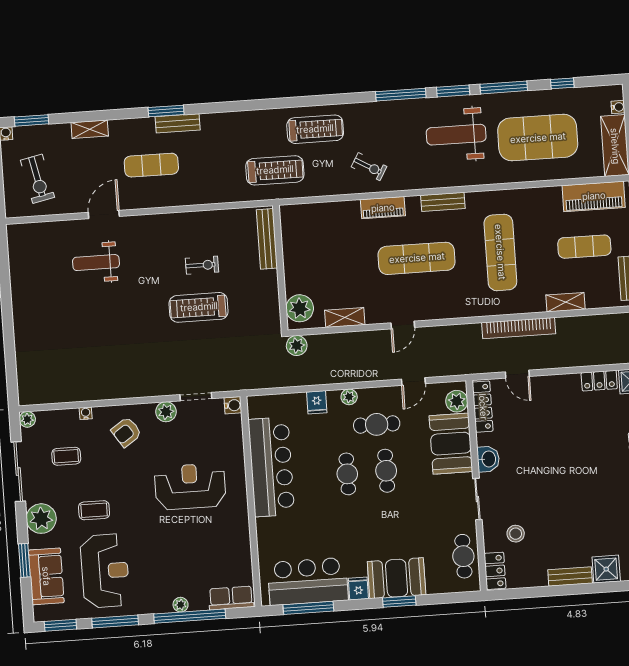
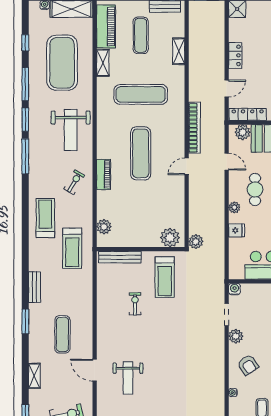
bench: (178, 123) -> (35, 287), moved
weight bench: (456, 135) -> (71, 130), moved
treadmill: (275, 170) -> (72, 248), turned 180
bench: (443, 202) -> (102, 132), removed
plant: (309, 213) -> (104, 227), added
treadmill: (199, 307) -> (165, 277), moved
shelving: (345, 317) -> (103, 63), moved
door: (403, 325) -> (187, 166), swing flipped
bookcase: (519, 328) -> (194, 128), moved
locker: (599, 381) -> (235, 55), moved

